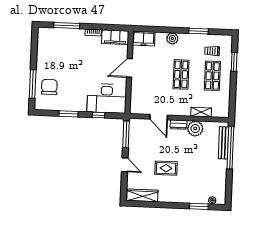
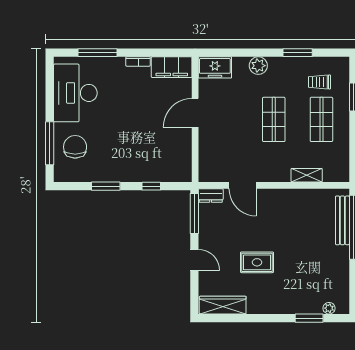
desk: (107, 98) -> (75, 93), moved, turned 90
dresser: (178, 125) -> (211, 196), moved
plant: (195, 129) -> (299, 201), removed

